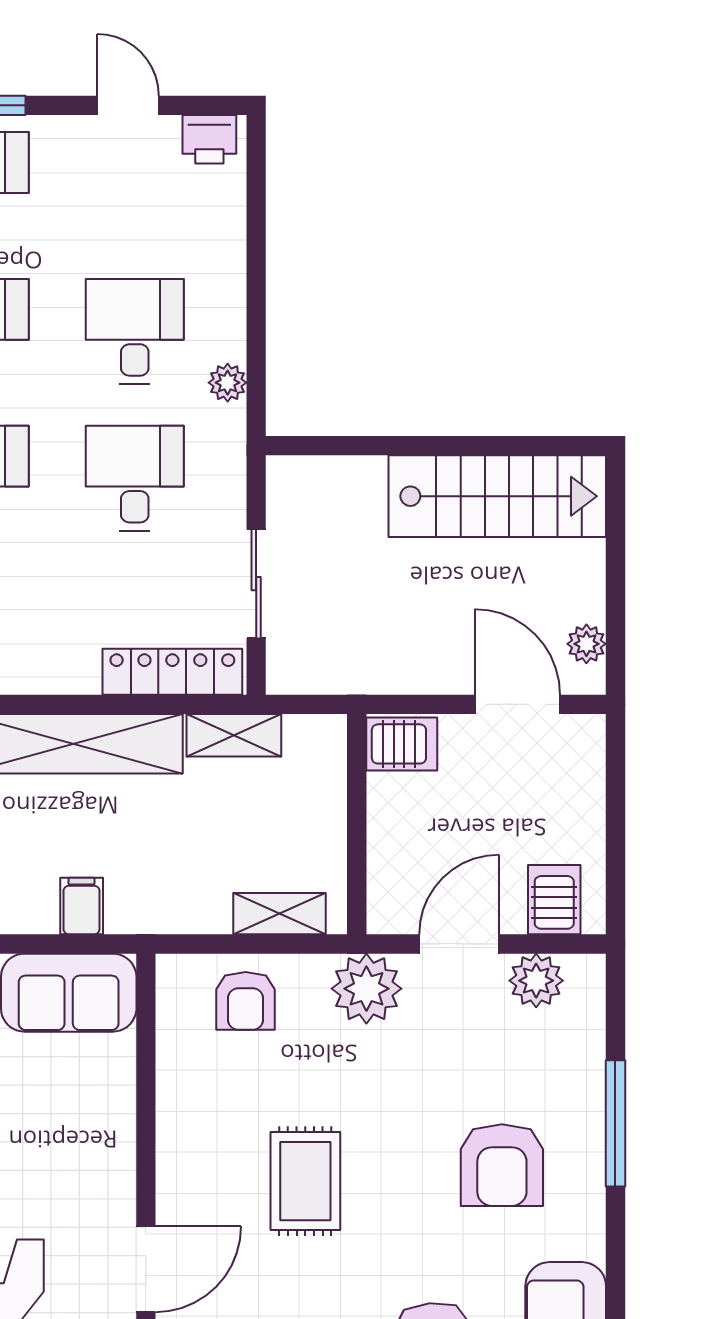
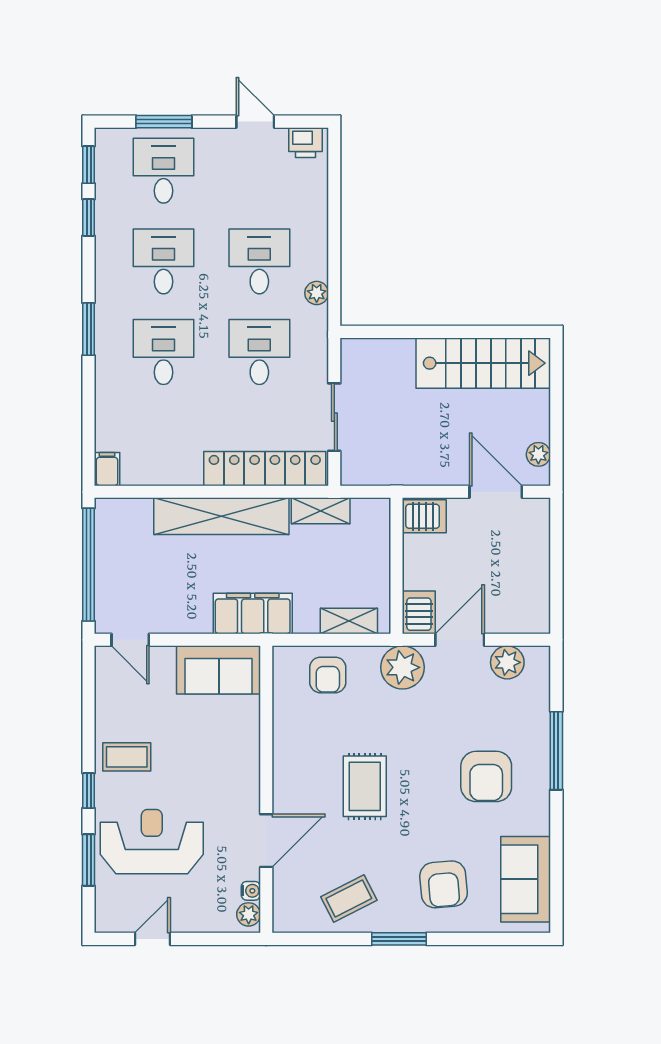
locker: (172, 672) -> (265, 469), width x1.41, depth x1.21
server rack: (554, 900) -> (419, 612), moved
filing cabinet: (82, 906) -> (253, 613), width x3.00, depth x1.17

